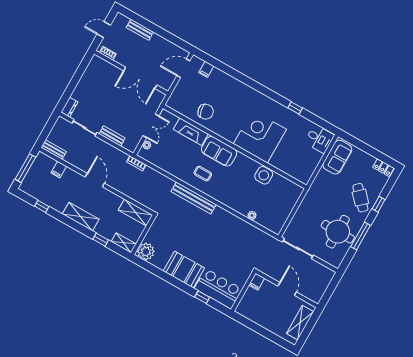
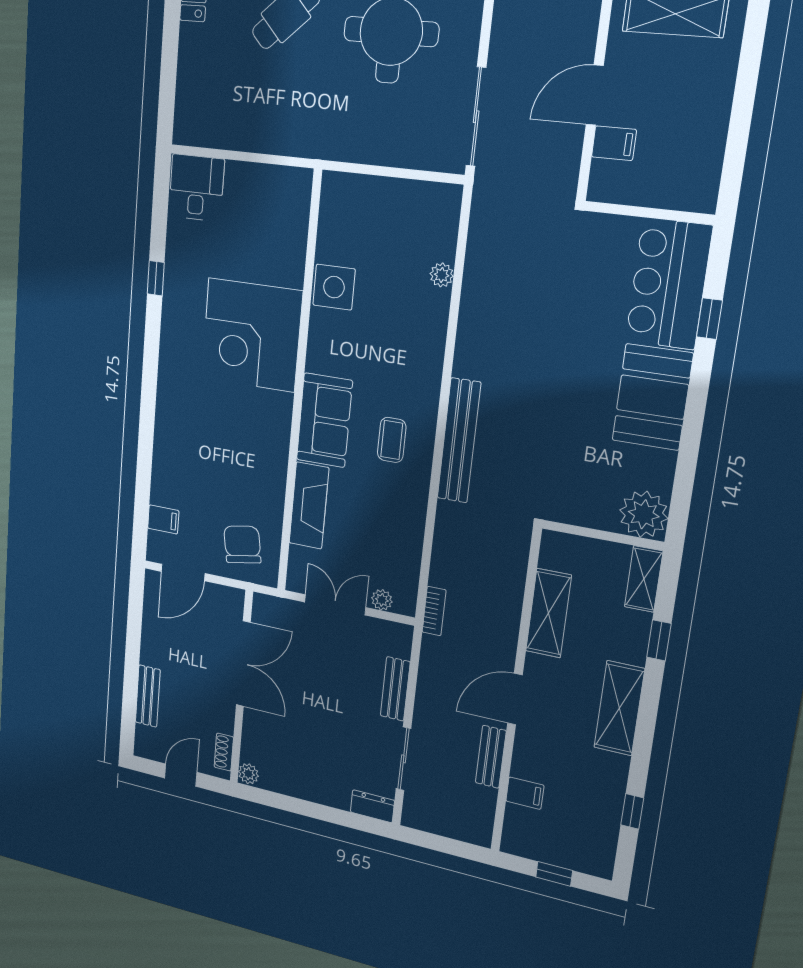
door: (104, 30) -> (181, 775), swing flipped
plant: (96, 60) -> (248, 774), added
door: (183, 68) -> (183, 572), hinge flipped
chair: (206, 112) -> (242, 545), moved
bench: (54, 150) -> (491, 757), moved
sofa: (337, 157) -> (218, 123), removed
window: (25, 168) -> (554, 874), width x0.46
shelving: (135, 213) -> (548, 613), moved
filing cabinet: (257, 282) -> (614, 143), moved

